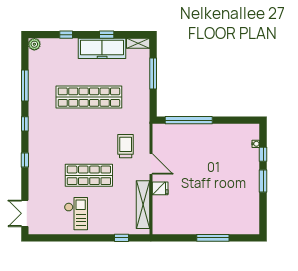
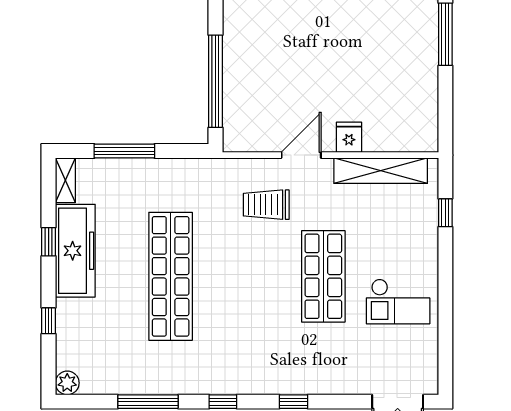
checkout: (76, 214) -> (398, 302), turned 180

